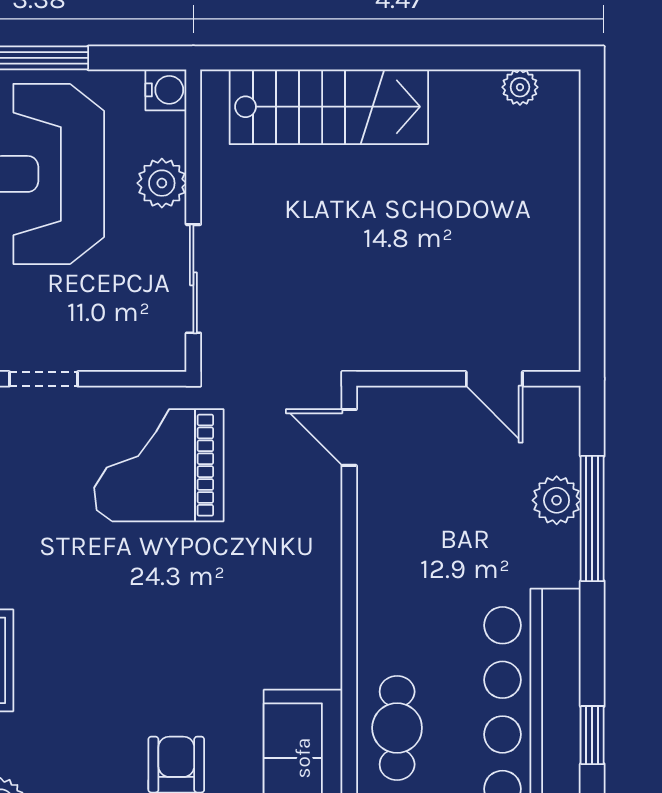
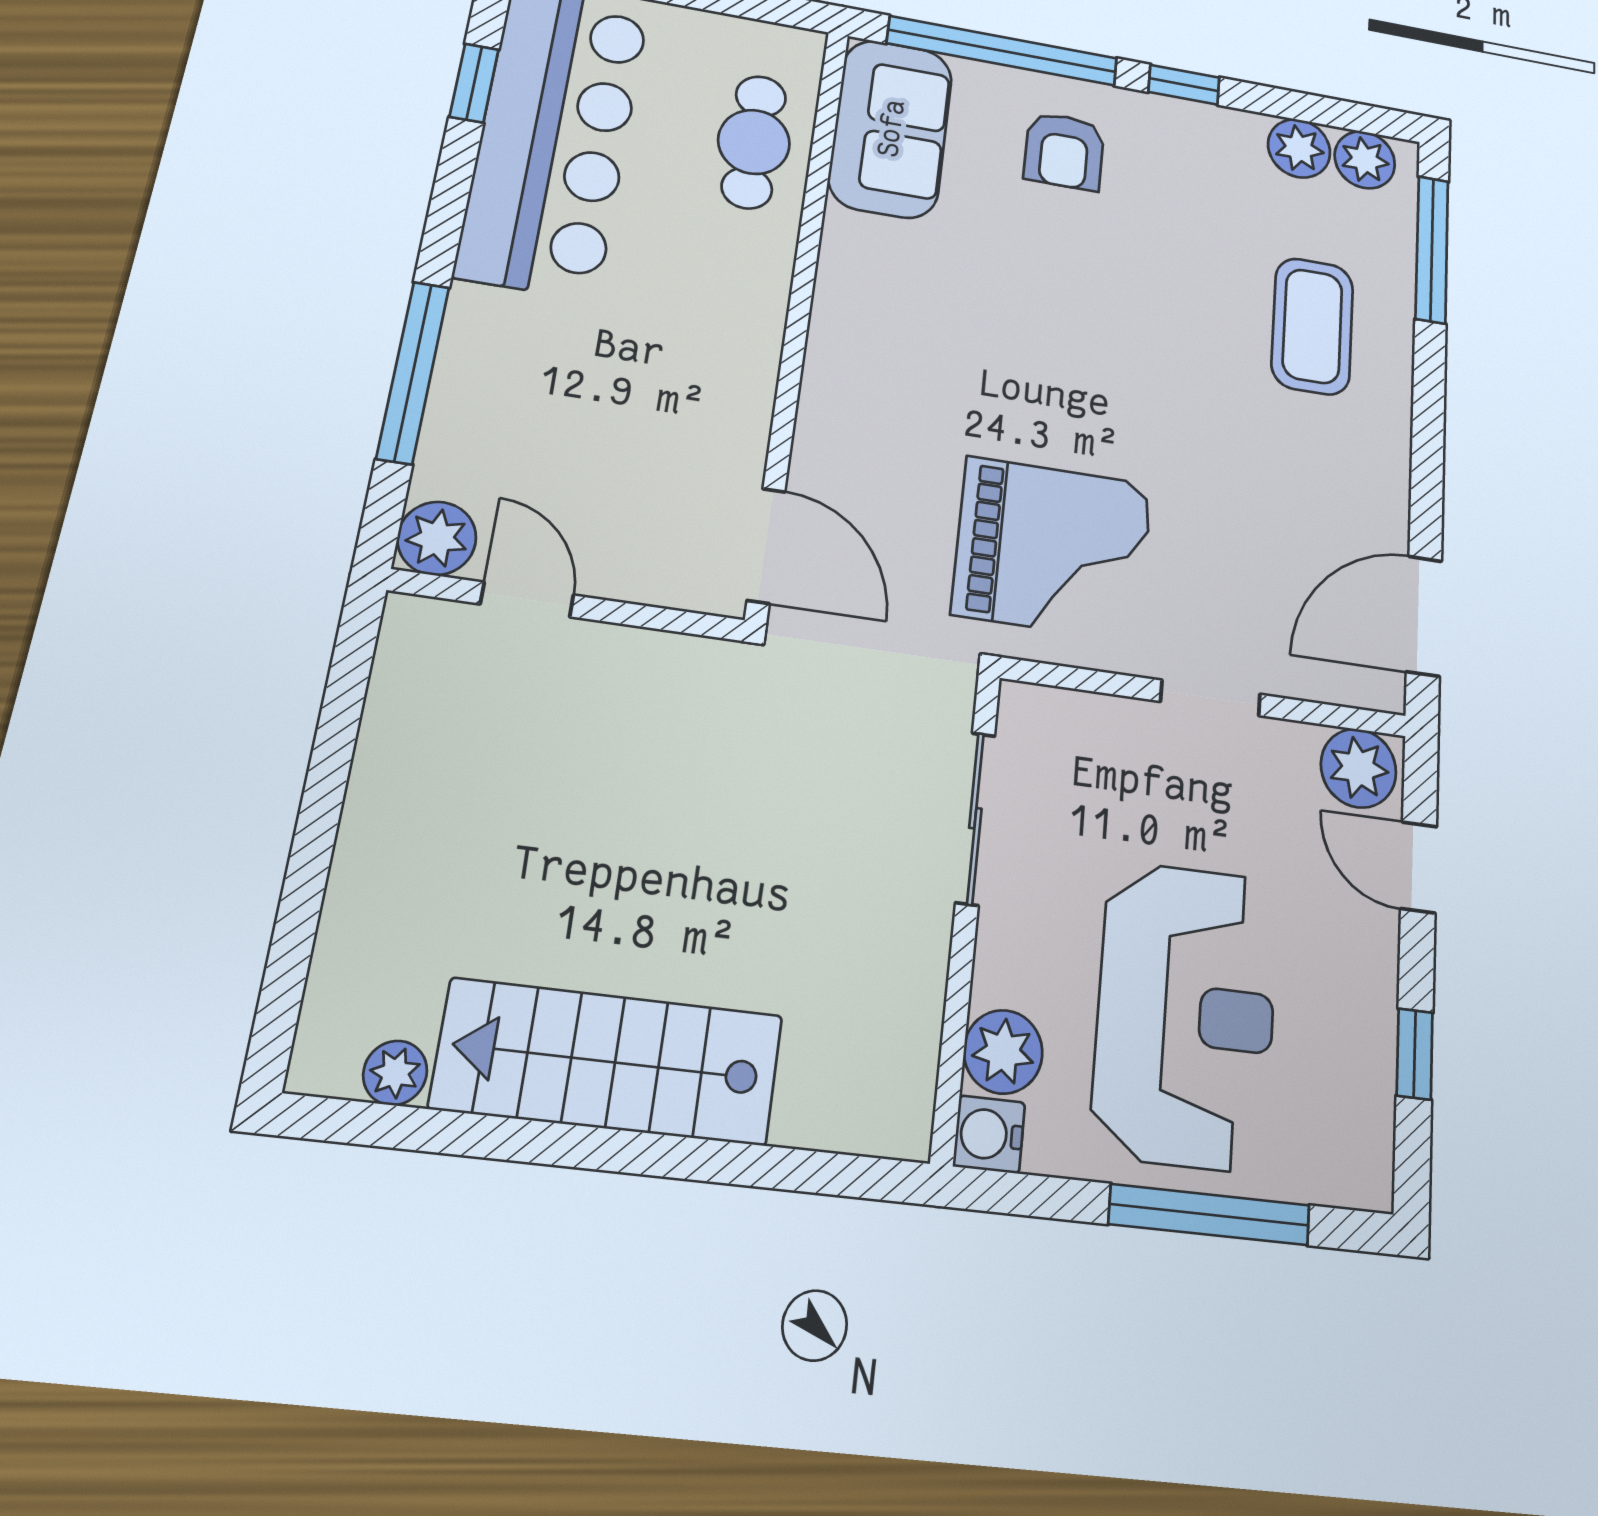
stairs: (329, 107) -> (608, 1062), moved
plant: (162, 183) -> (1003, 1052), moved
door: (349, 437) -> (766, 546), width x1.38
plant: (557, 500) -> (437, 538), moved

